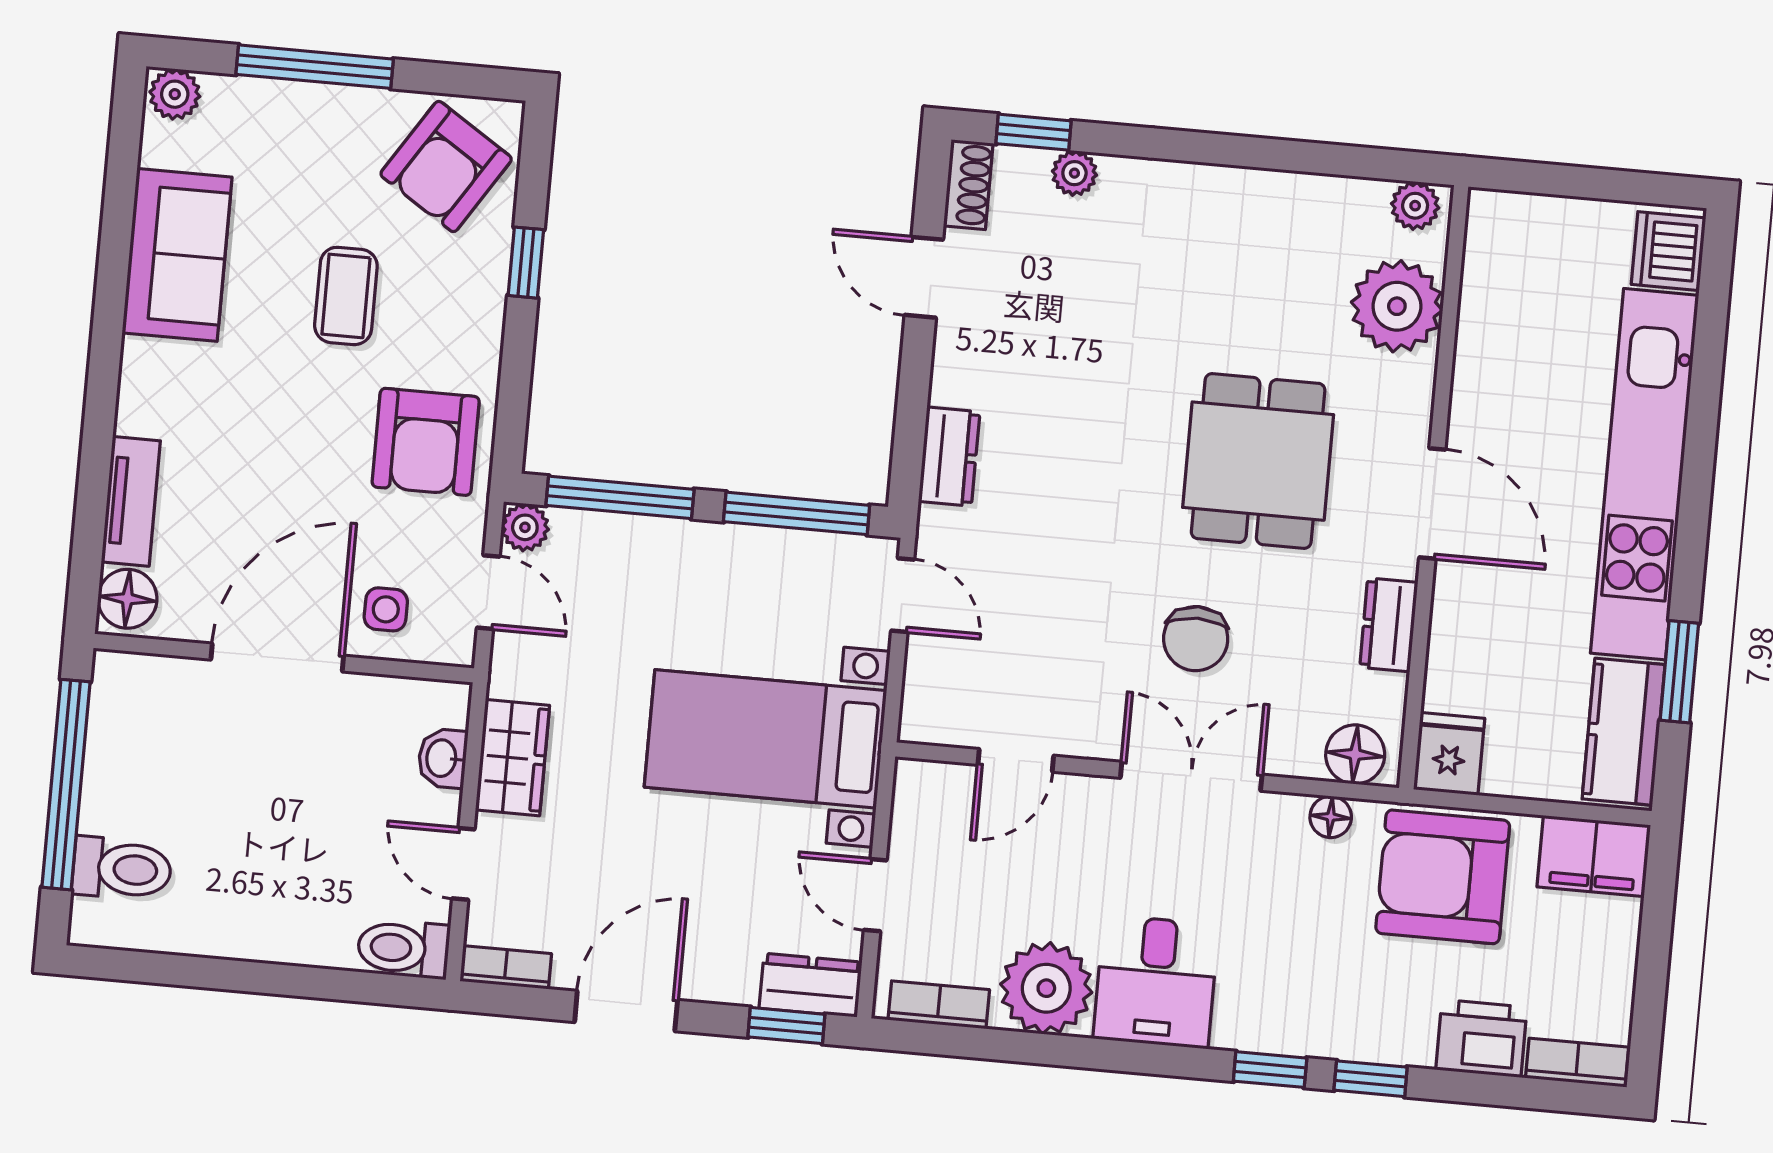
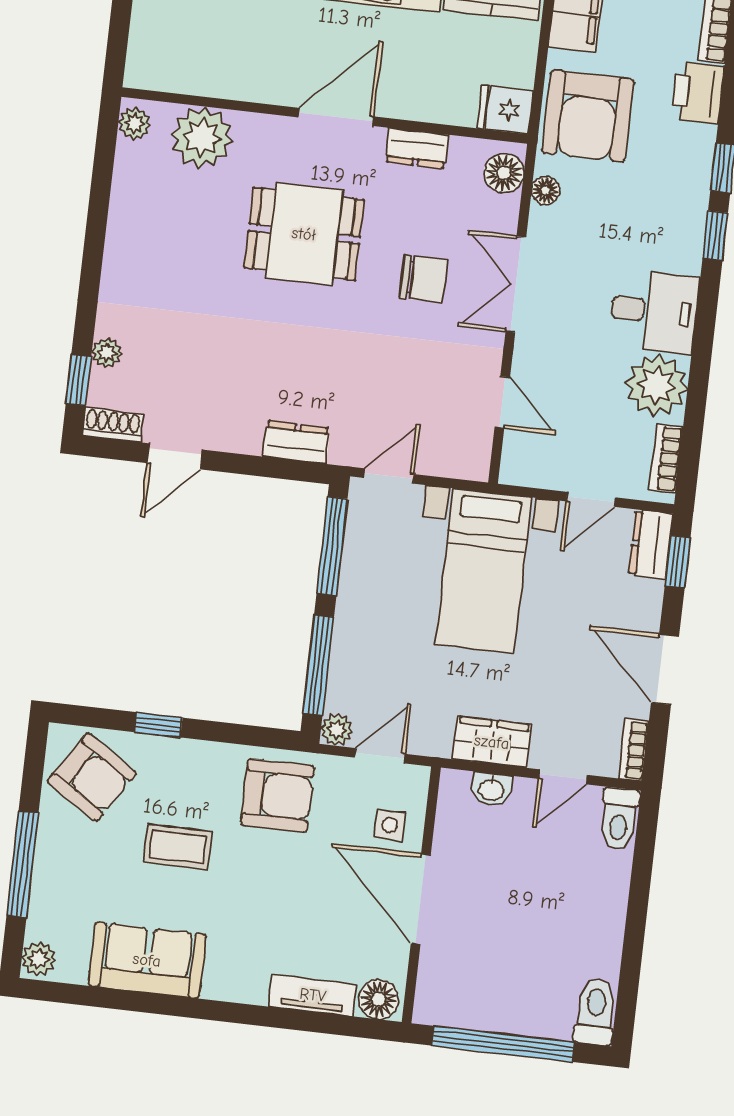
toilet: (122, 869) -> (595, 1012), moved

